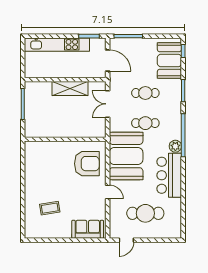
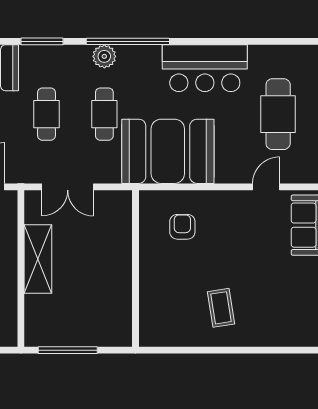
plant: (175, 146) -> (104, 56), moved
armchair: (87, 164) -> (182, 227), width x0.53, depth x0.53
door: (108, 192) -> (266, 187), moved
coffee table: (50, 208) -> (221, 308), moved

